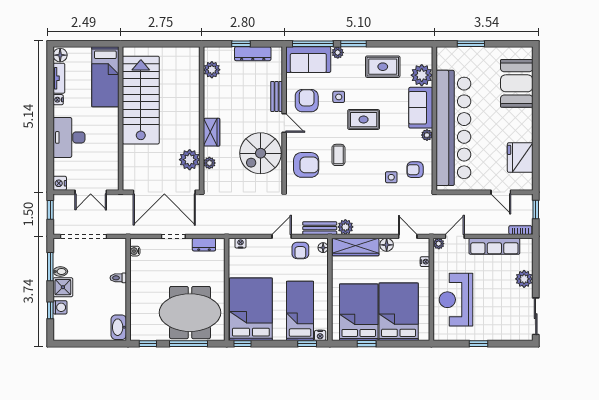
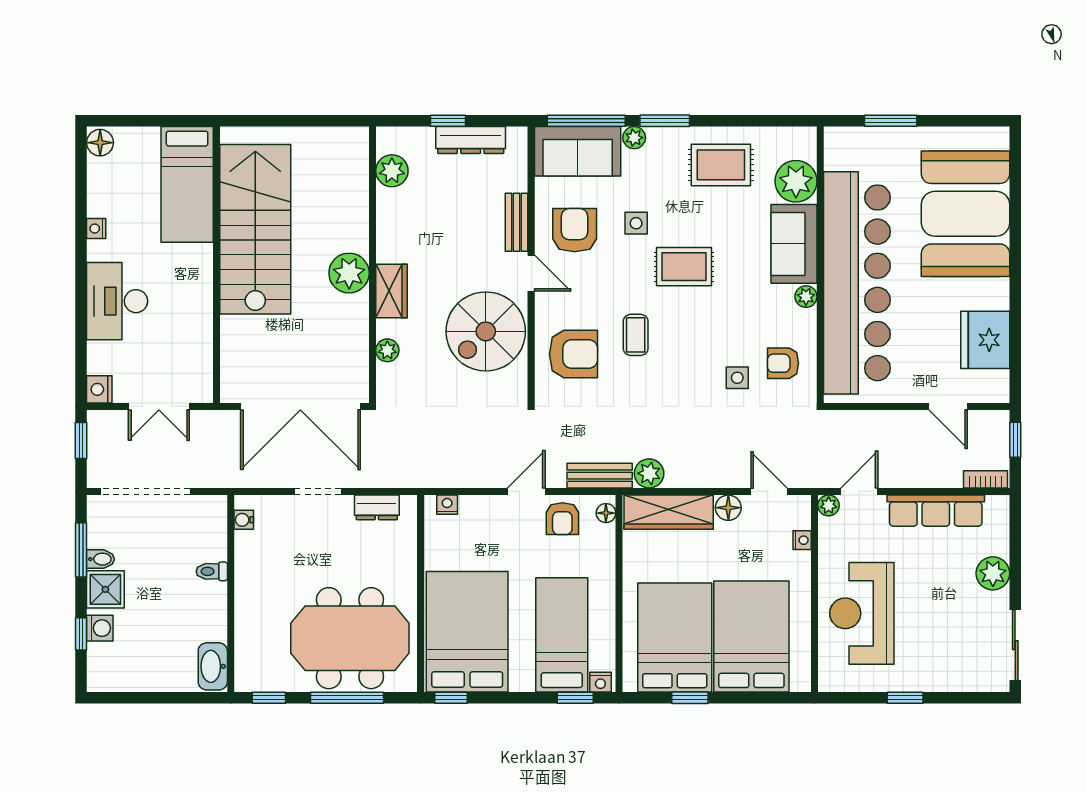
tv unit: (59, 78) -> (98, 187), removed
booth: (517, 83) -> (966, 214), width x1.36, depth x1.42
plant: (190, 160) -> (349, 273), moved

